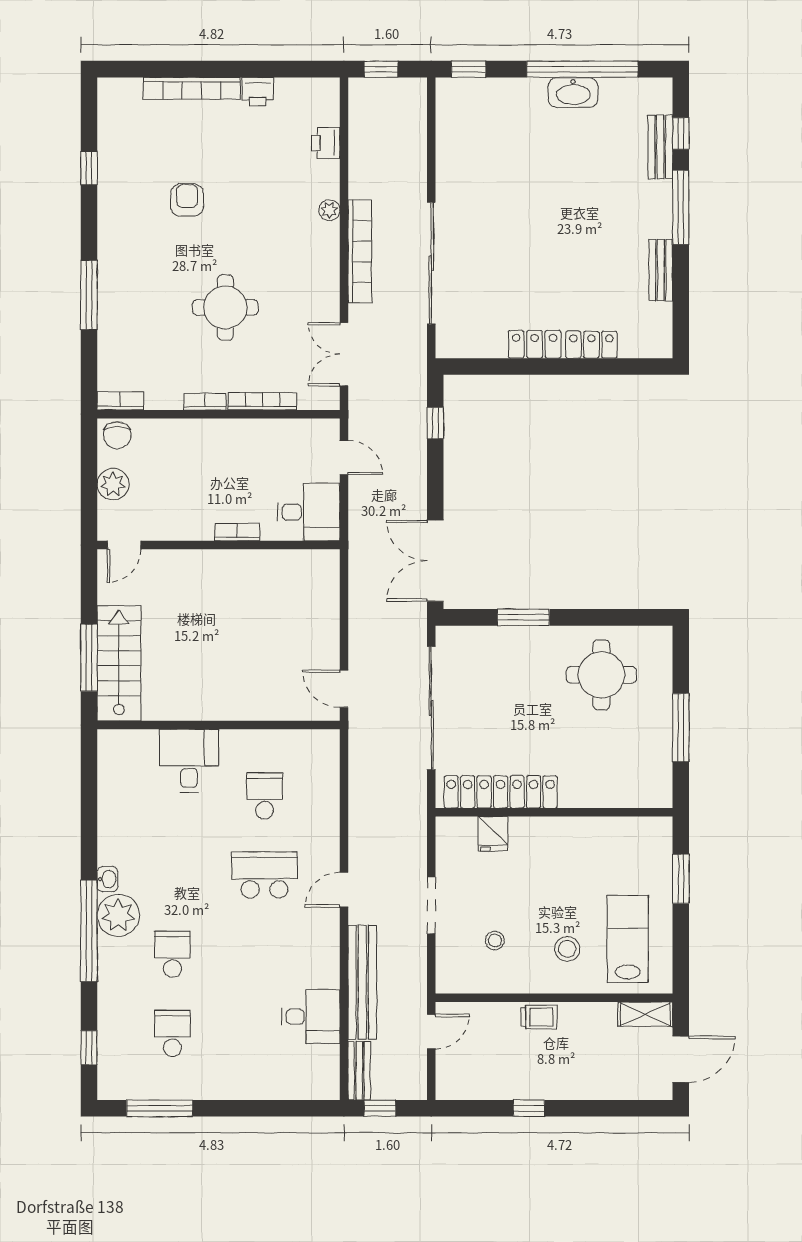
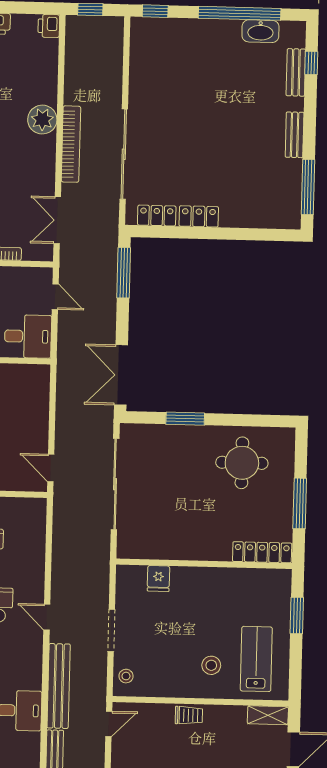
washbasin: (573, 92) -> (260, 31), moved
printer: (326, 143) -> (49, 26), moved
window: (681, 207) -> (308, 187), moved
plant: (329, 210) -> (42, 120), width x1.88, depth x1.88
bench: (661, 270) -> (295, 135), moved
locker: (591, 345) -> (157, 216), moved
window: (435, 423) -> (124, 273), width x2.17
locker: (501, 792) -> (262, 552), moved, width x0.71, depth x0.83
door: (344, 890) -> (47, 617), hinge flipped
stool: (495, 941) -> (126, 676), moved

